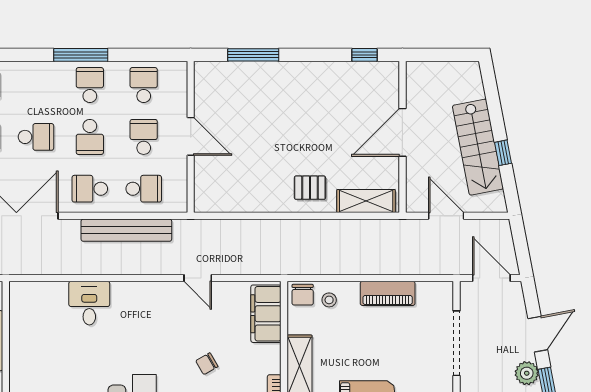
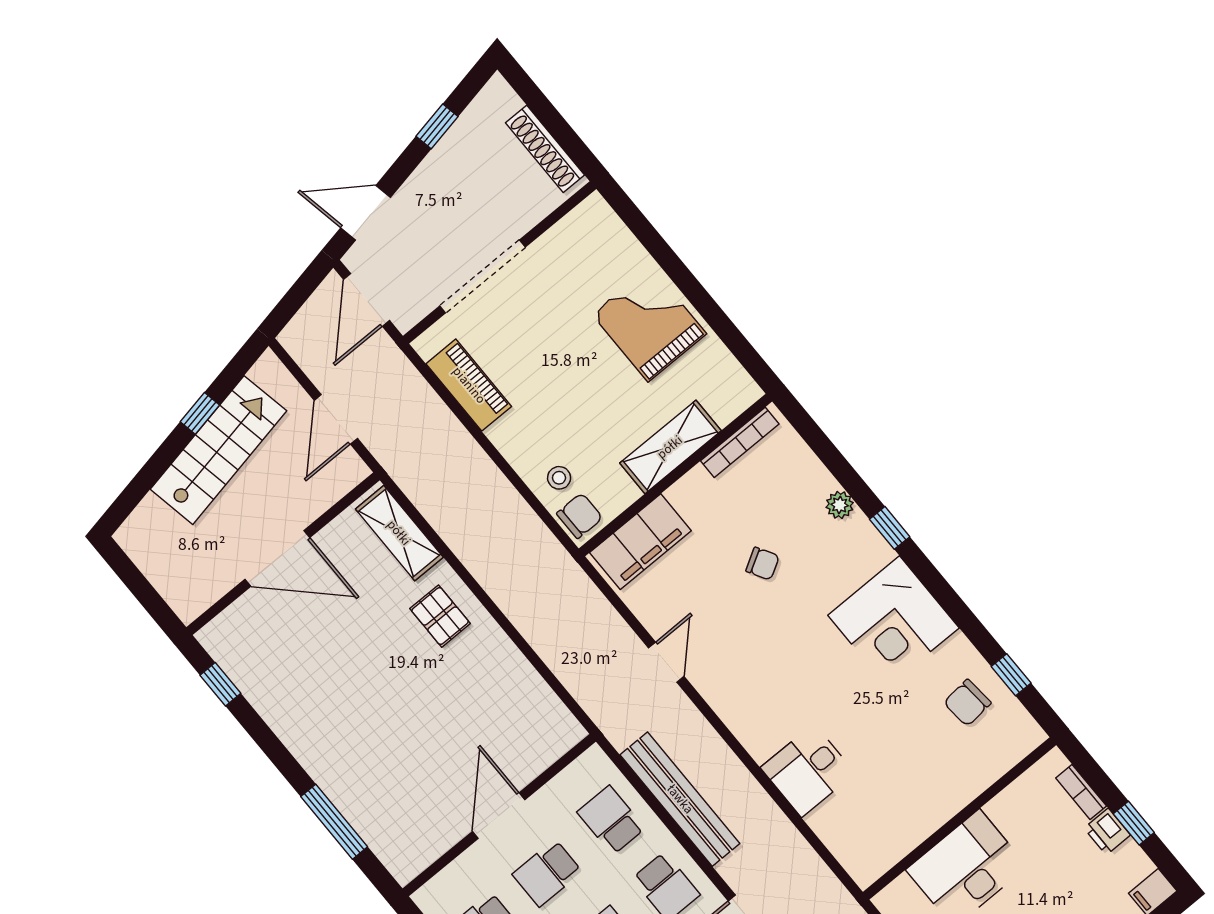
piano: (388, 293) -> (469, 385), moved
door: (538, 334) -> (366, 213), moved
plant: (527, 373) -> (448, 159), removed

